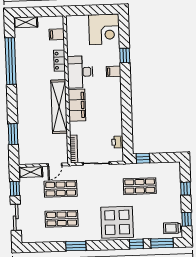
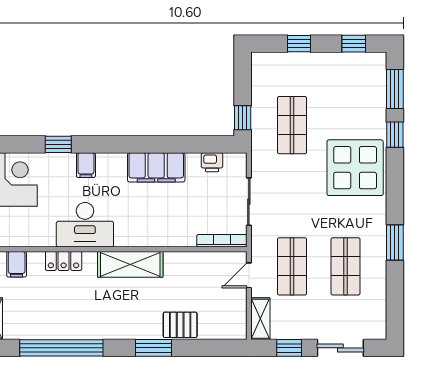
filing cabinet: (77, 105) -> (156, 167), moved, turned 180
shelving: (59, 107) -> (130, 264), width x0.68
pallet: (26, 127) -> (180, 325), added
window: (13, 134) -> (153, 348), moved
door: (55, 165) -> (249, 275), swing flipped
trolley: (172, 228) -> (369, 70), removed

